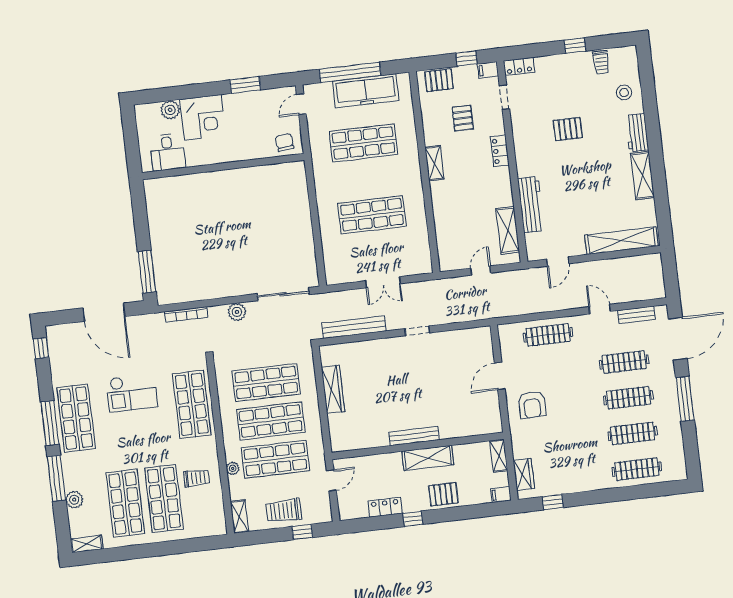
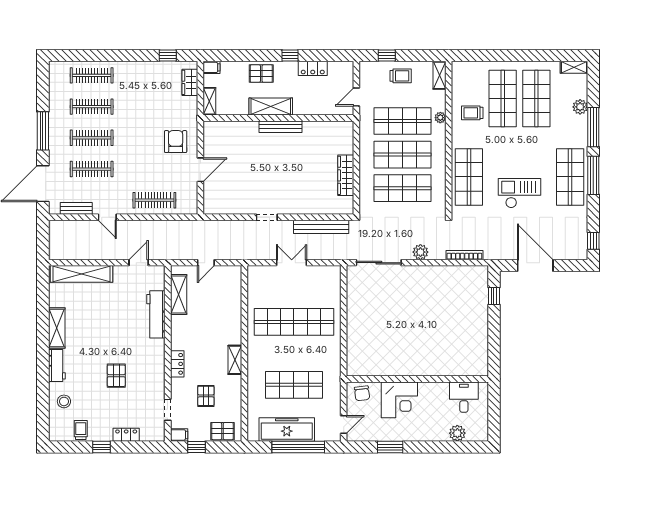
locker: (519, 66) -> (126, 435), moved
corner desk: (203, 117) -> (399, 400), moved, turned 180
pallet: (568, 129) -> (116, 376), turned 90
shop shelf: (372, 215) -> (294, 322), width x1.40
window: (147, 272) -> (494, 296), width x0.46
trolley: (284, 511) -> (401, 76), width x0.73, depth x0.72

